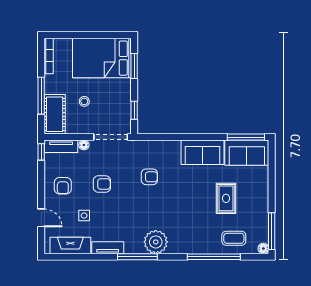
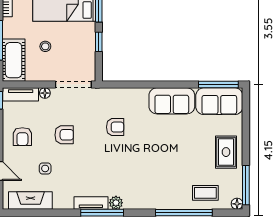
window: (134, 110) -> (99, 42), moved
rug: (226, 198) -> (226, 152), moved
plant: (156, 242) -> (116, 203), width x0.53, depth x0.53
tv unit: (108, 248) -> (91, 203), moved

